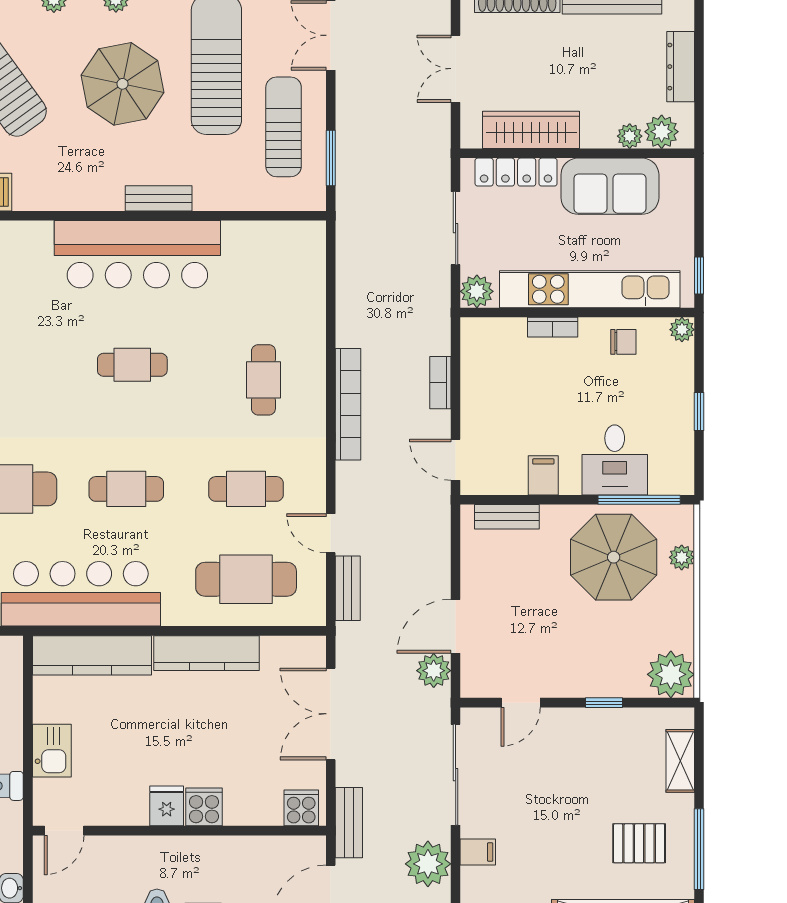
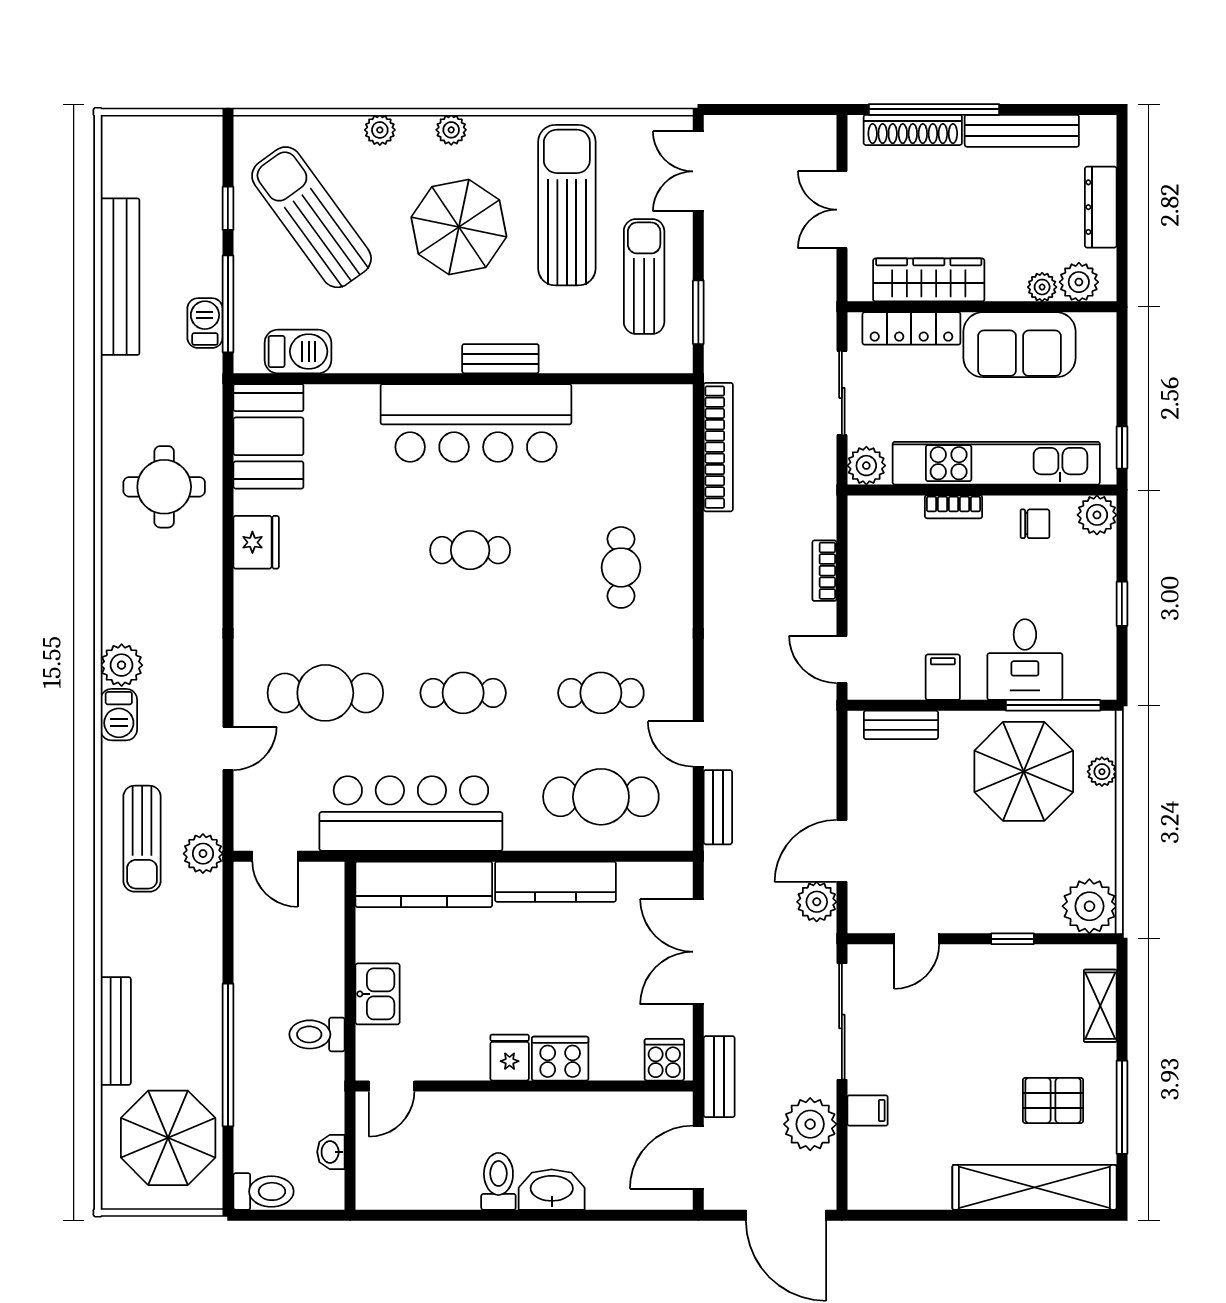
plant: (682, 330) -> (1097, 515), width x1.38, depth x1.38
bookcase: (348, 404) -> (718, 447), moved
cooker: (204, 807) -> (560, 1059), width x1.36

